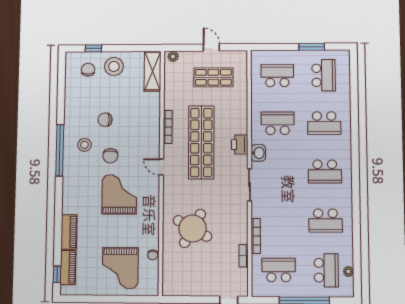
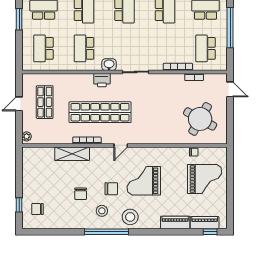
stool: (114, 66) -> (130, 217), moved
shelving: (153, 71) -> (72, 154), moved
round table: (193, 228) -> (200, 119), moved

